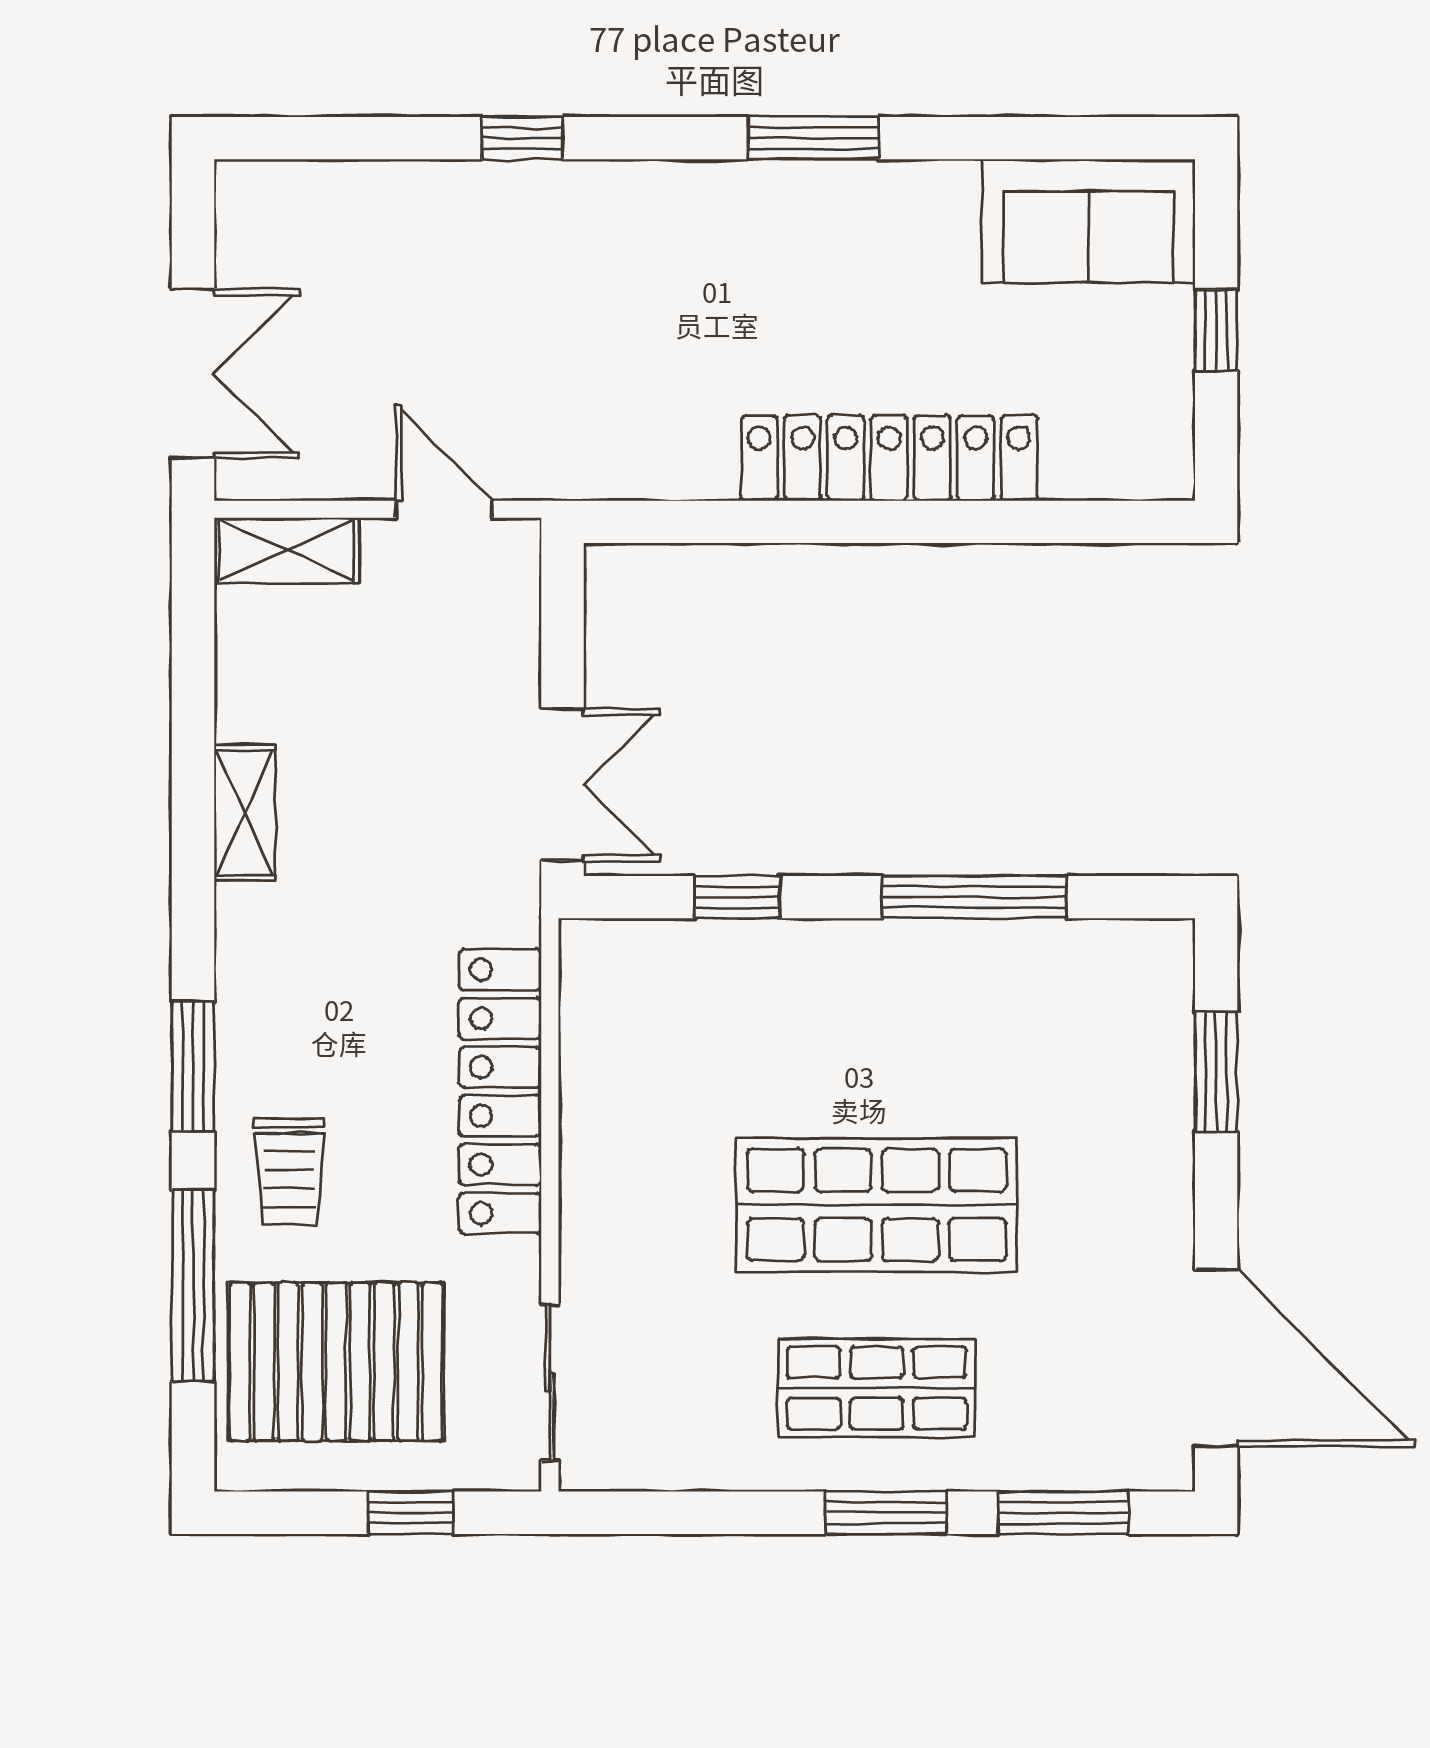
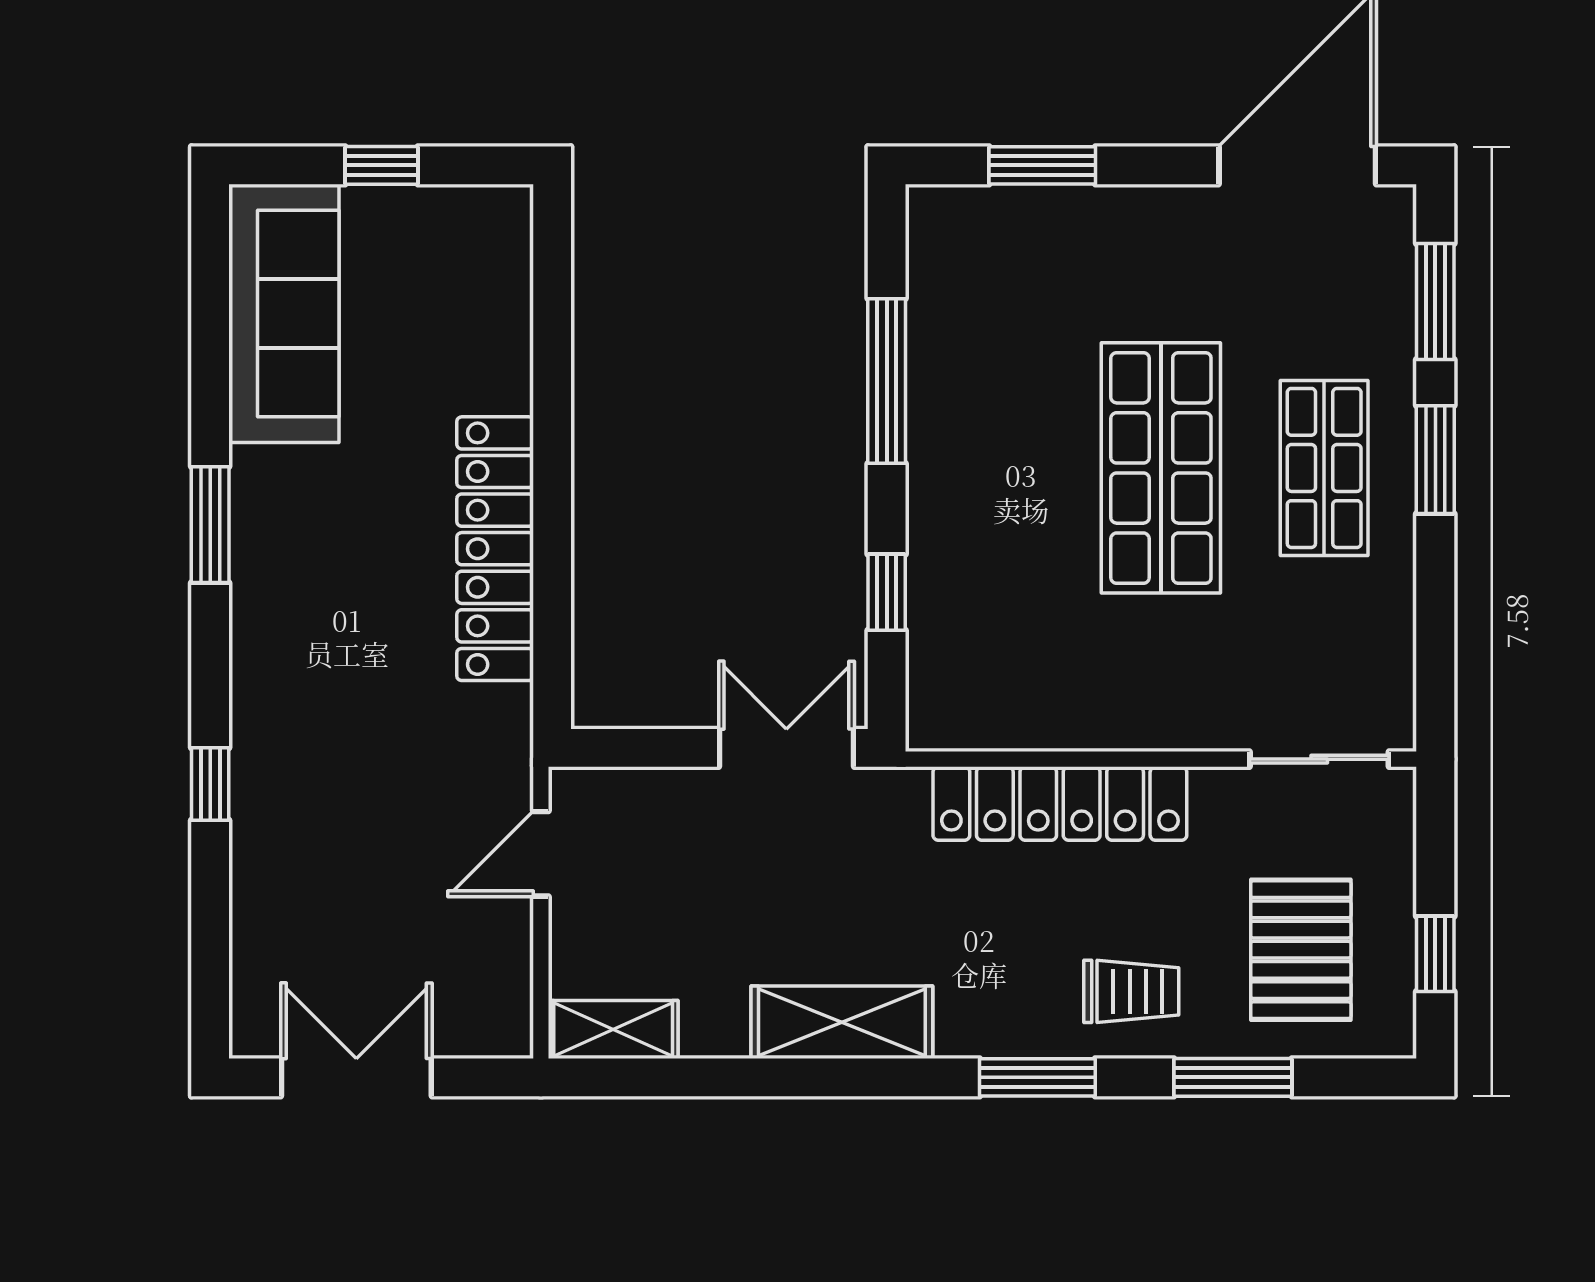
sofa: (1088, 221) -> (284, 313), width x1.36
double door: (193, 374) -> (356, 1077), moved
locker: (889, 458) -> (495, 549), moved
shelving: (287, 550) -> (613, 1029), moved, turned 90
shelving: (245, 813) -> (842, 1022), width x1.50, depth x1.33
window: (193, 1286) -> (1233, 1077), width x0.69
pallet: (336, 1362) -> (1301, 950), width x0.73, depth x0.71
window: (411, 1513) -> (1435, 954), moved

